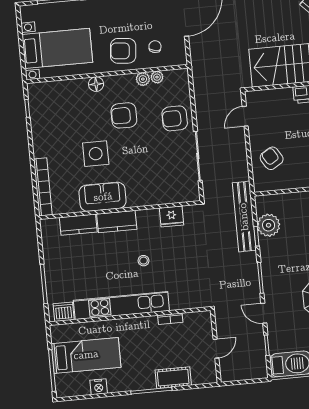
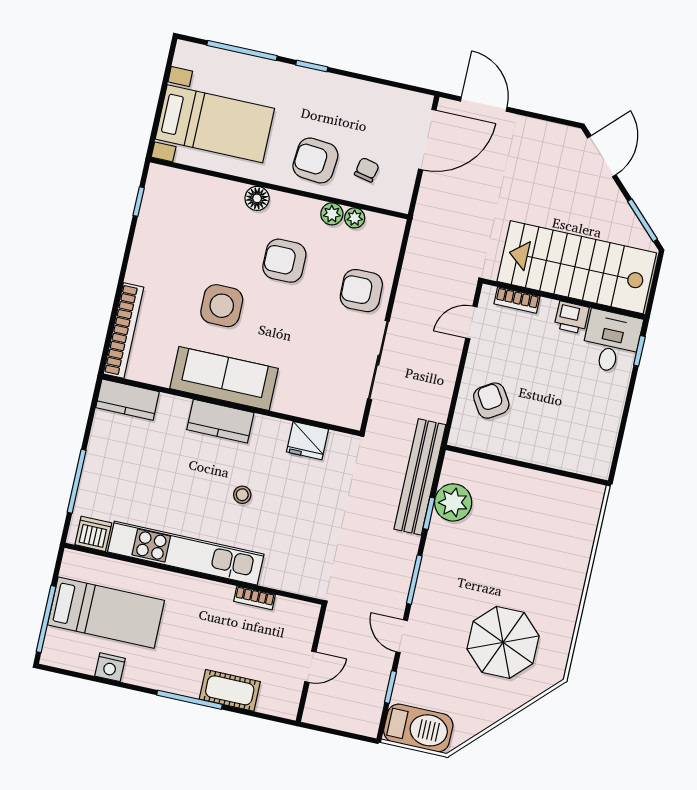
bookcase: (268, 95) -> (517, 300), added
sofa: (103, 197) -> (224, 379), width x1.36
kitchen counter: (78, 225) -> (127, 400), moved

